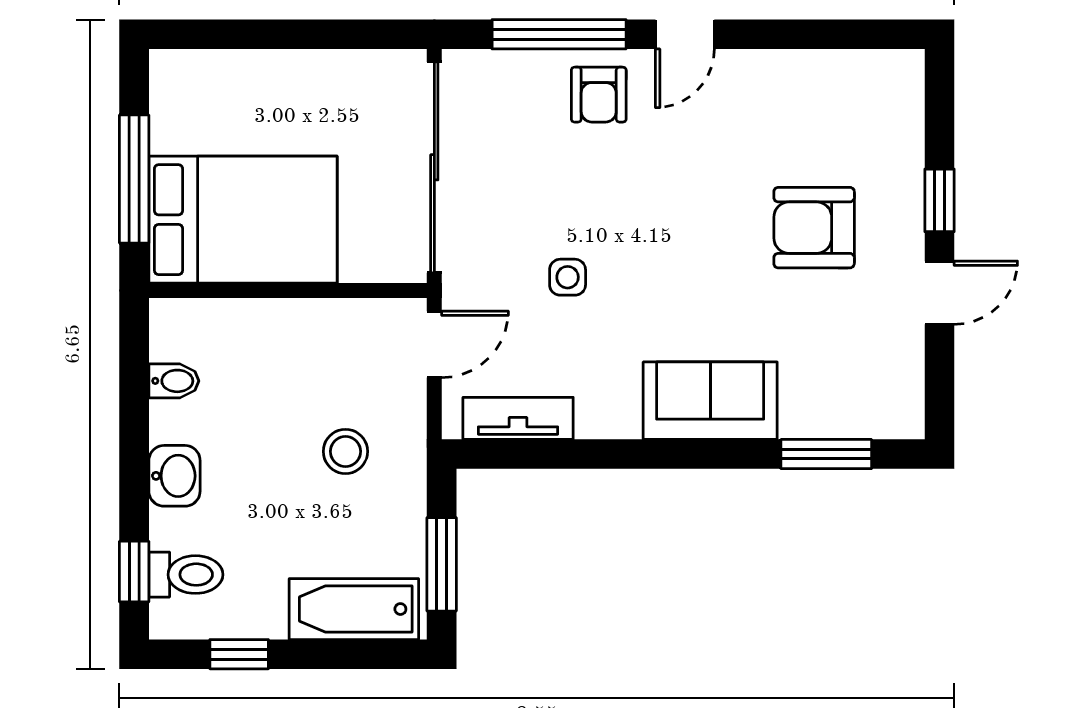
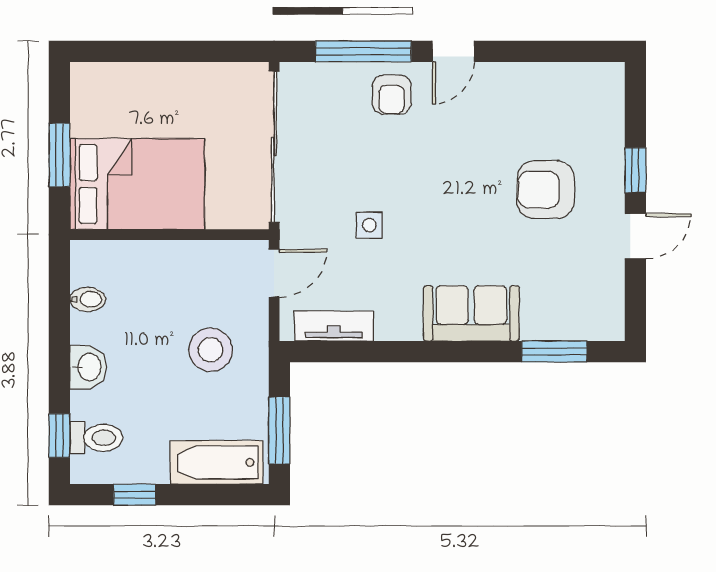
window: (134, 179) -> (59, 155), width x0.69
stool: (345, 451) -> (211, 350), width x1.38, depth x1.38

